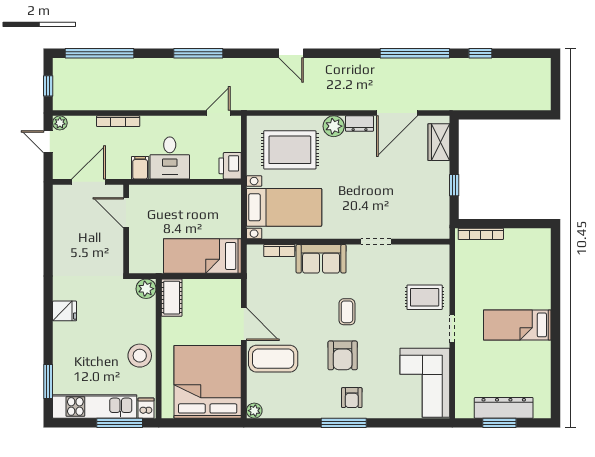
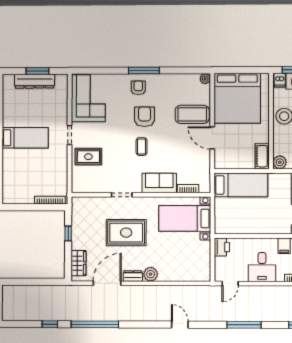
rug: (290, 150) -> (126, 233), moved
desk: (170, 158) -> (262, 267), moved, turned 180

